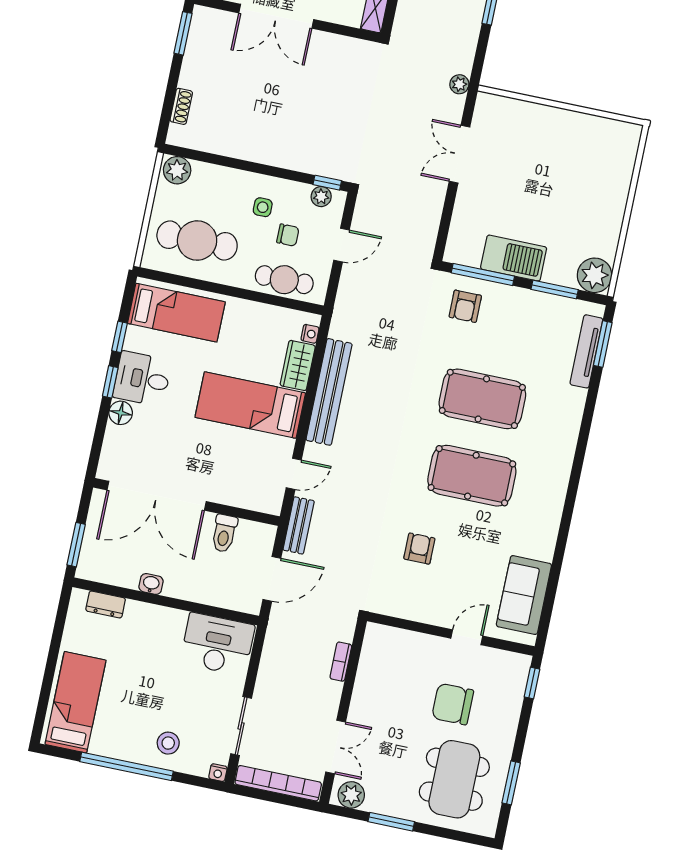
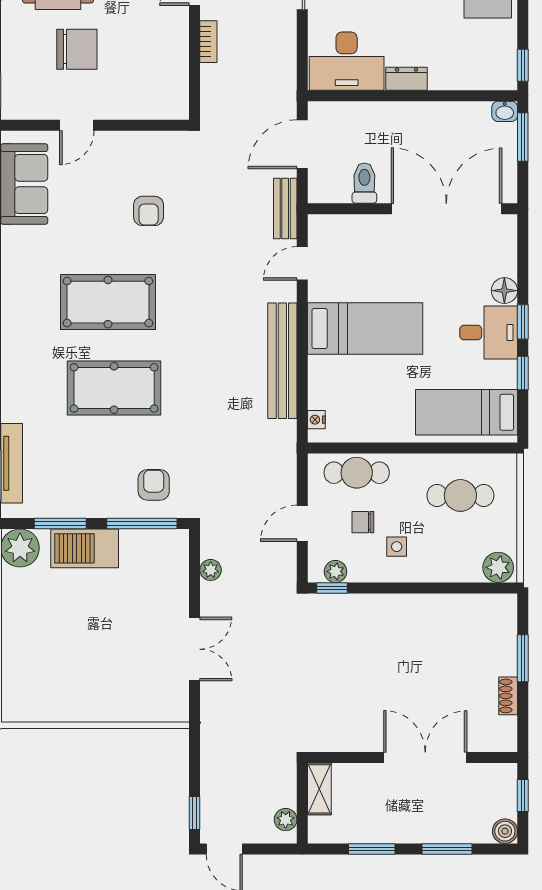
window: (183, 33) -> (523, 658), moved
plant: (459, 84) -> (211, 570), moved
shoe rack: (181, 106) -> (508, 696), moved
cafe table: (197, 241) -> (460, 495), width x0.73, depth x0.74
barbecue: (514, 258) -> (85, 548), moved
wardrobe: (298, 365) -> (323, 382), removed
washbasin: (151, 584) -> (505, 111), moved
dresser: (106, 604) -> (407, 79), moved
window: (63, 608) -> (523, 65), added
bookcase: (341, 662) -> (208, 42), moved

